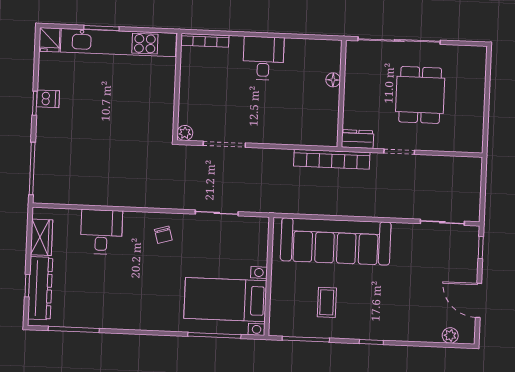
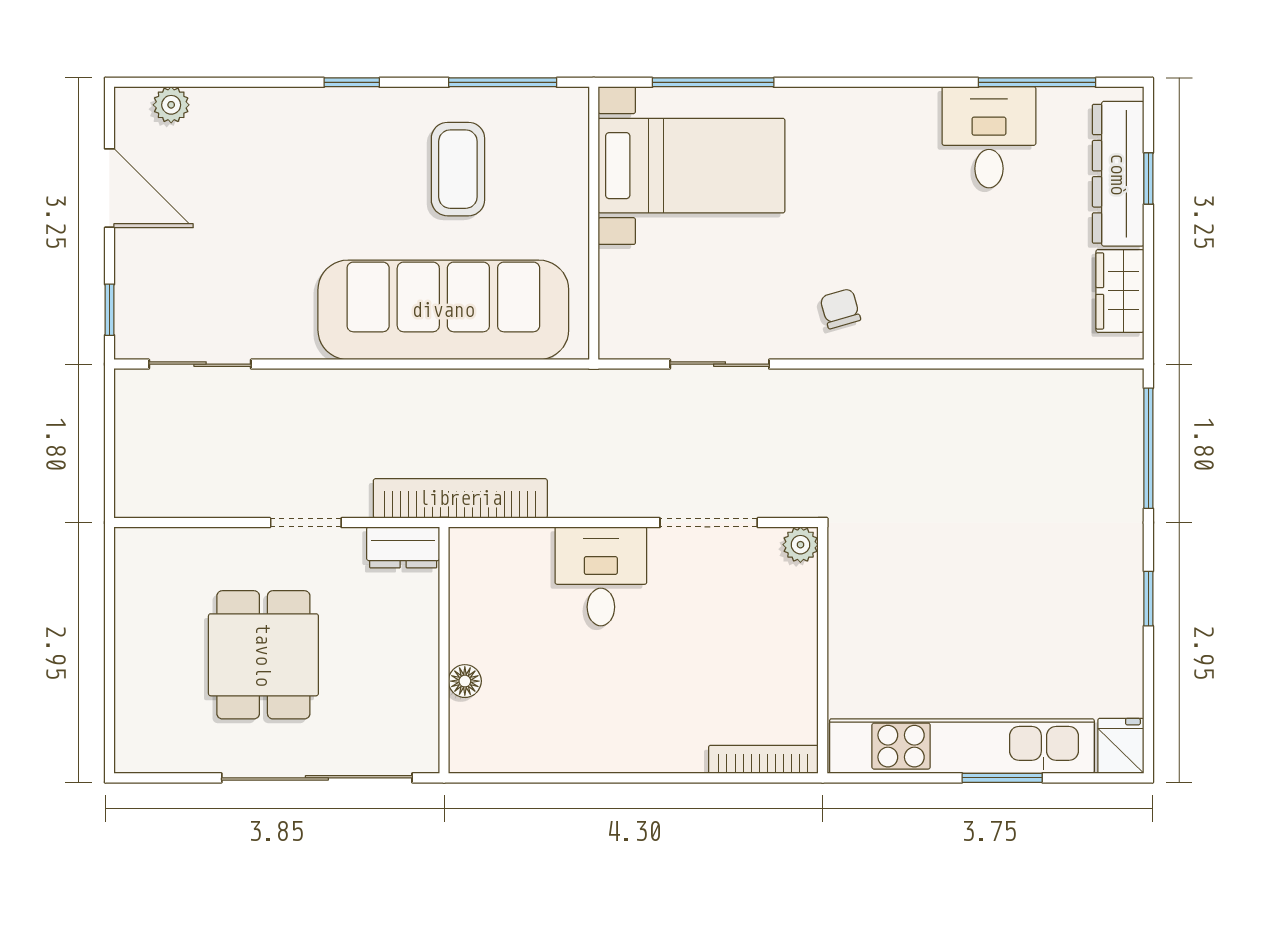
desk: (263, 58) -> (601, 576), moved, turned 180
dishwasher: (48, 99) -> (1119, 610), removed
desk: (101, 232) -> (989, 137), moved, turned 180
coffee table: (327, 302) -> (458, 169), width x1.36, depth x1.30

